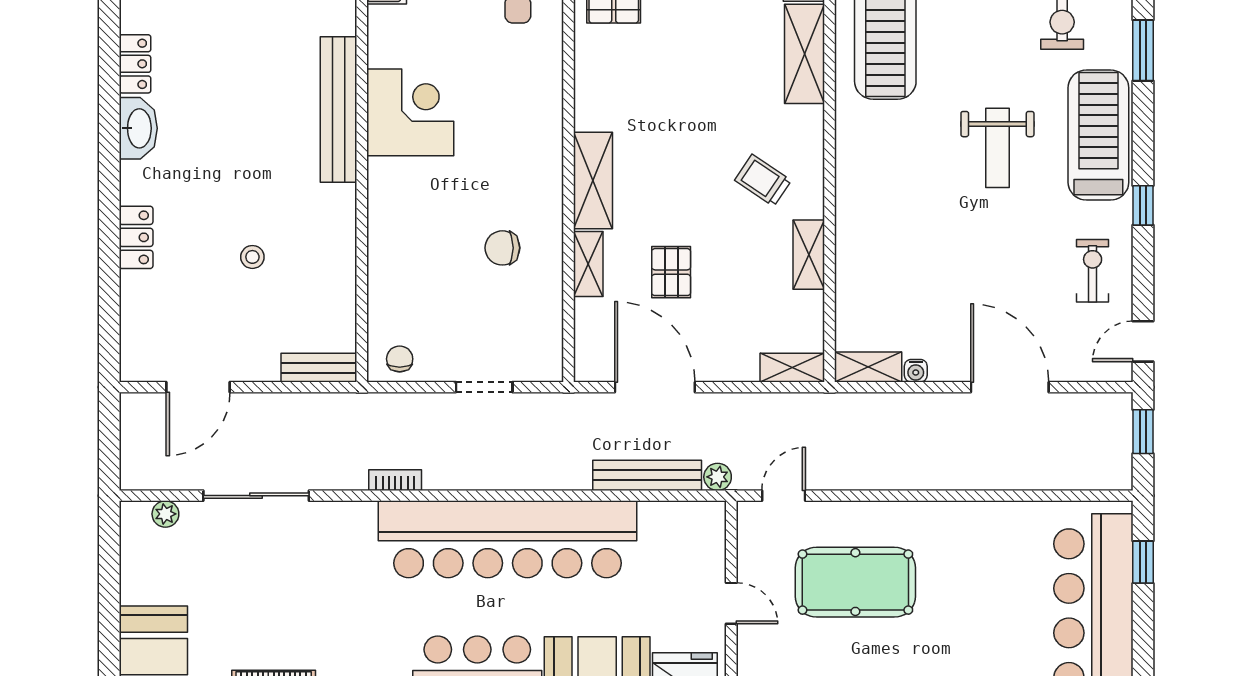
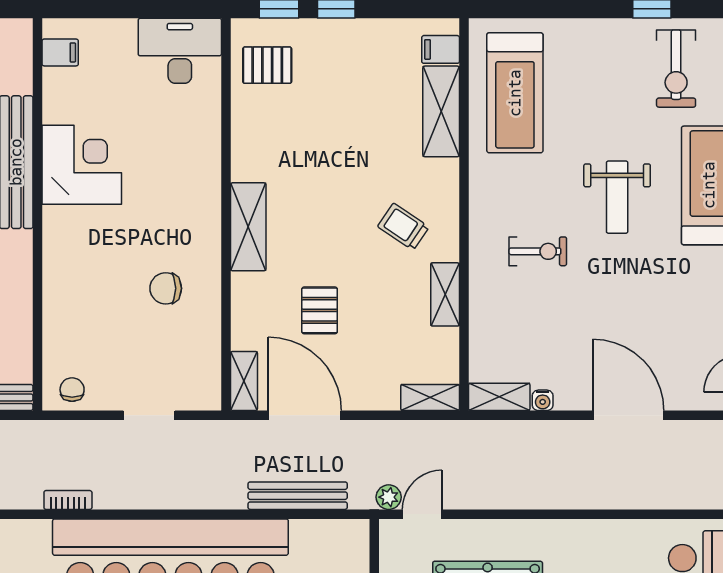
shelving: (588, 264) -> (244, 381), moved
exercise bike: (1093, 271) -> (538, 251), moved, turned 90
plant: (718, 477) -> (389, 497), moved

